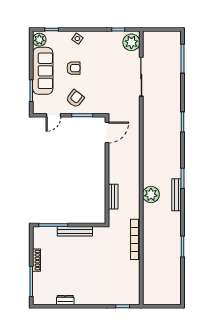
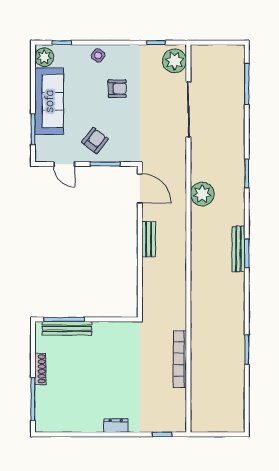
armchair: (73, 68) -> (117, 89), moved
door: (53, 115) -> (64, 164), hinge flipped
door: (107, 133) -> (140, 188), hinge flipped
plant: (151, 195) -> (202, 194), moved
bench: (177, 195) -> (238, 249), moved
bench: (113, 197) -> (149, 239), moved
bench: (75, 231) -> (67, 328), moved
bookcase: (135, 239) -> (180, 359), moved
dresser: (65, 300) -> (116, 426), moved

